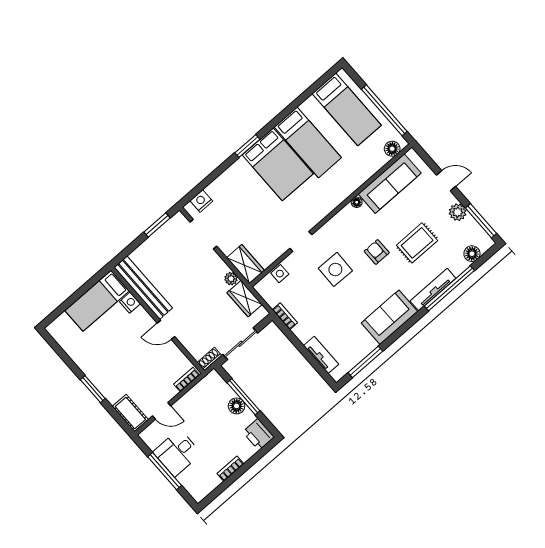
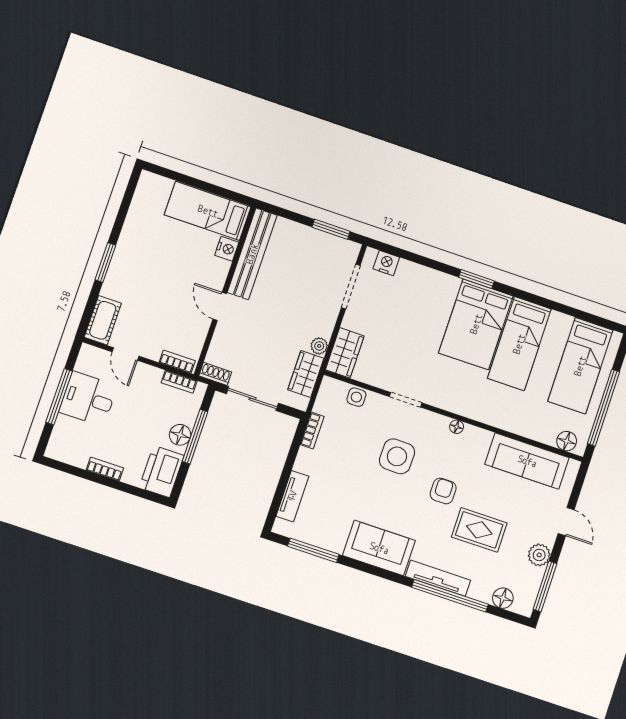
floor lamp: (357, 202) -> (457, 427), moved
bookcase: (201, 386) -> (179, 382), added
printer: (258, 434) -> (162, 472), width x1.37, depth x1.19

